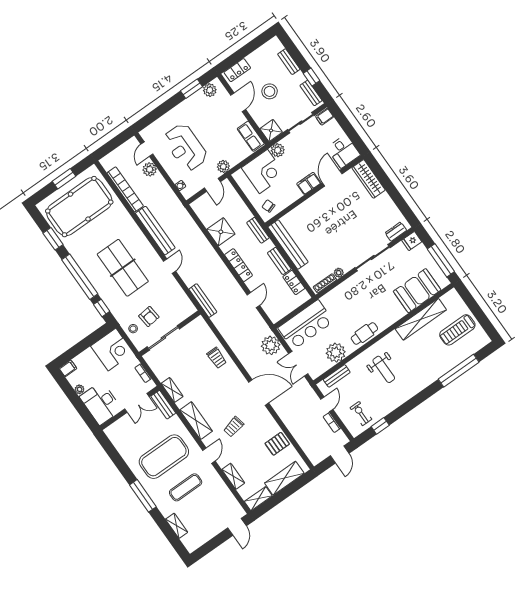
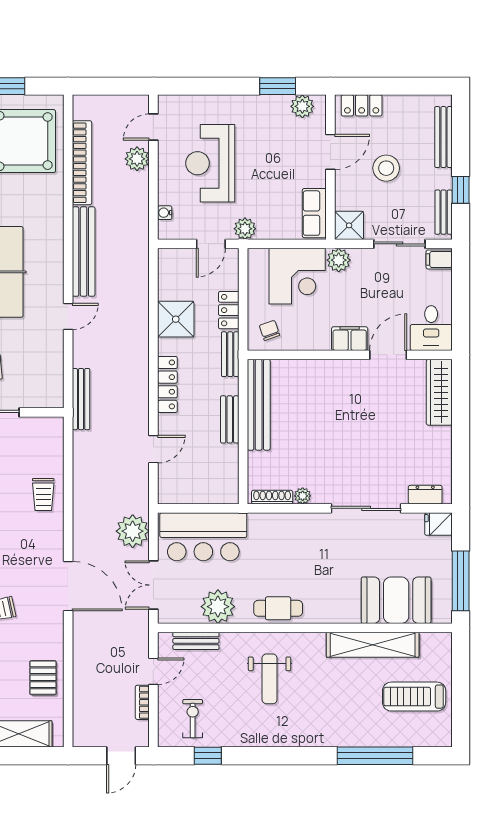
bench: (289, 62) -> (443, 137), width x1.36
locker: (294, 282) -> (229, 310), moved
pallet: (277, 444) -> (43, 678), turned 90

